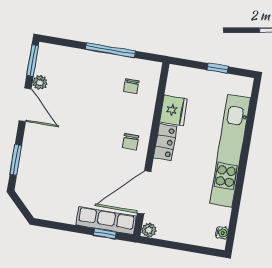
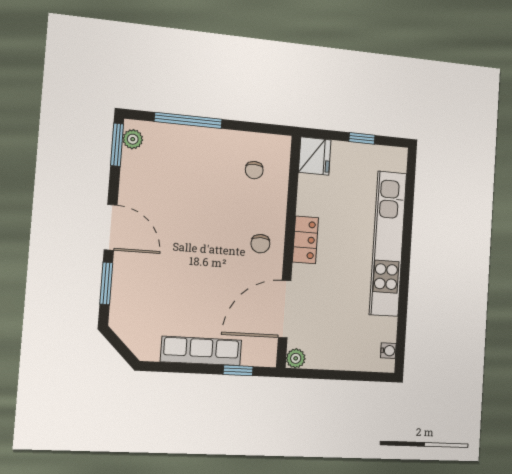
window: (111, 50) -> (188, 120), moved
plant: (40, 83) -> (133, 139), moved
door: (25, 105) -> (111, 227), moved
fridge: (174, 110) -> (315, 156), moved
row of seats: (106, 221) -> (201, 351), moved

